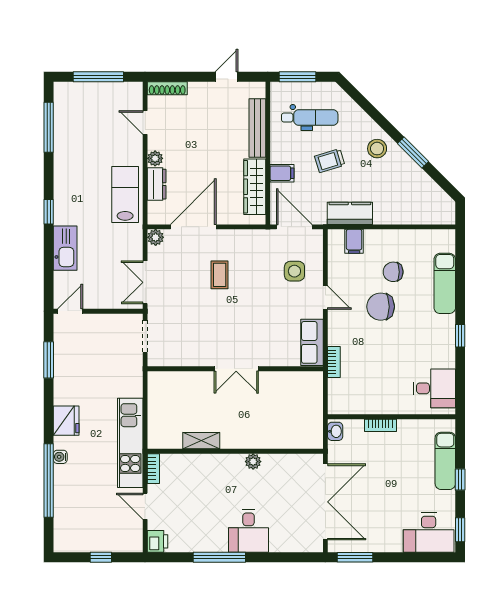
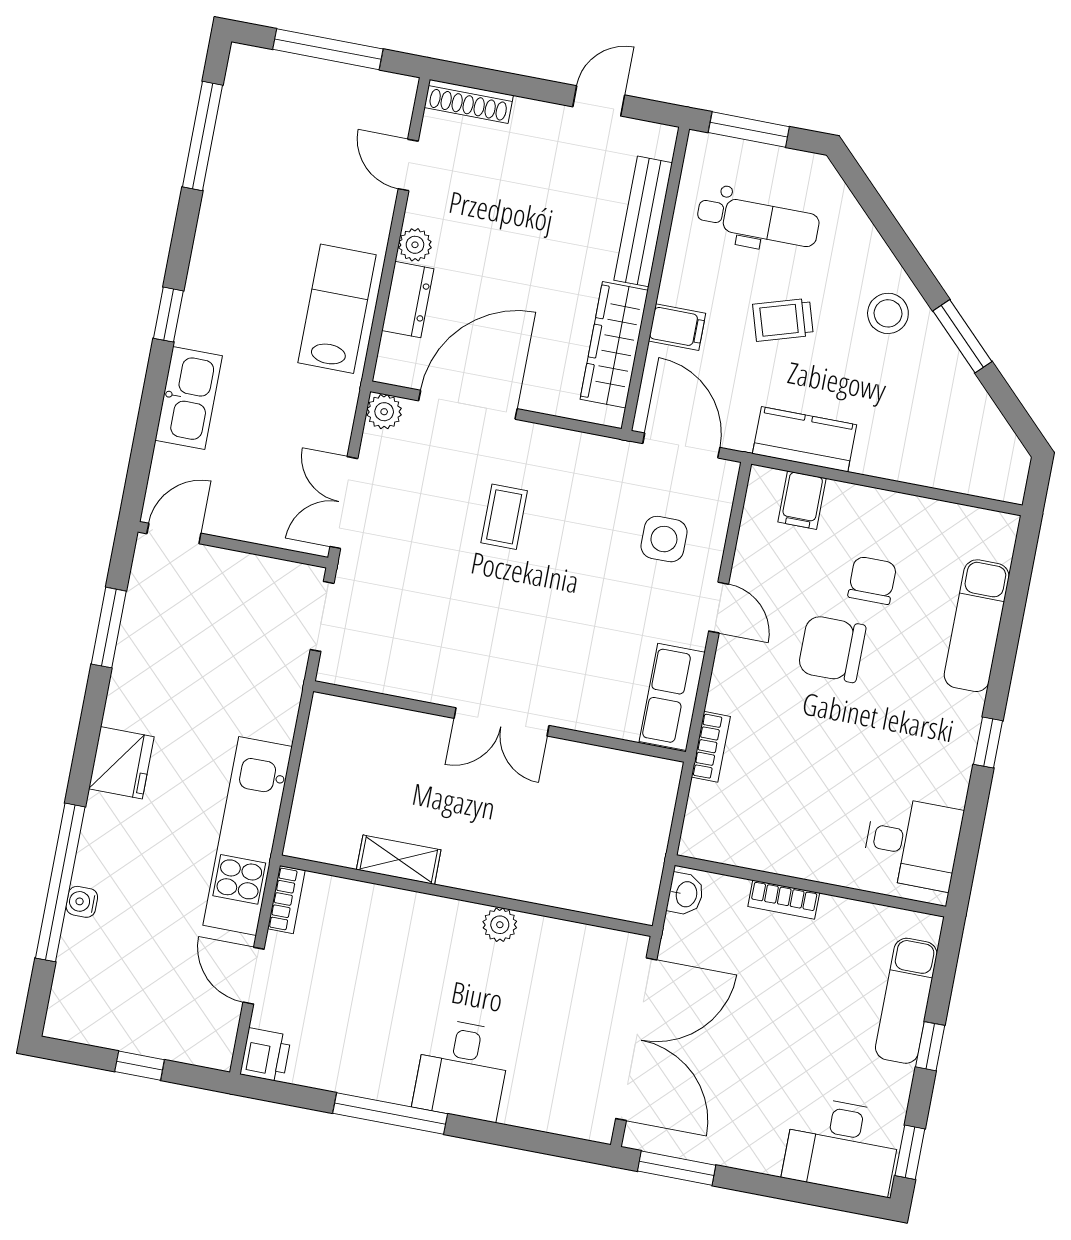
chair: (393, 272) -> (872, 580), turned 90
water cooler: (60, 457) -> (82, 902), moved

